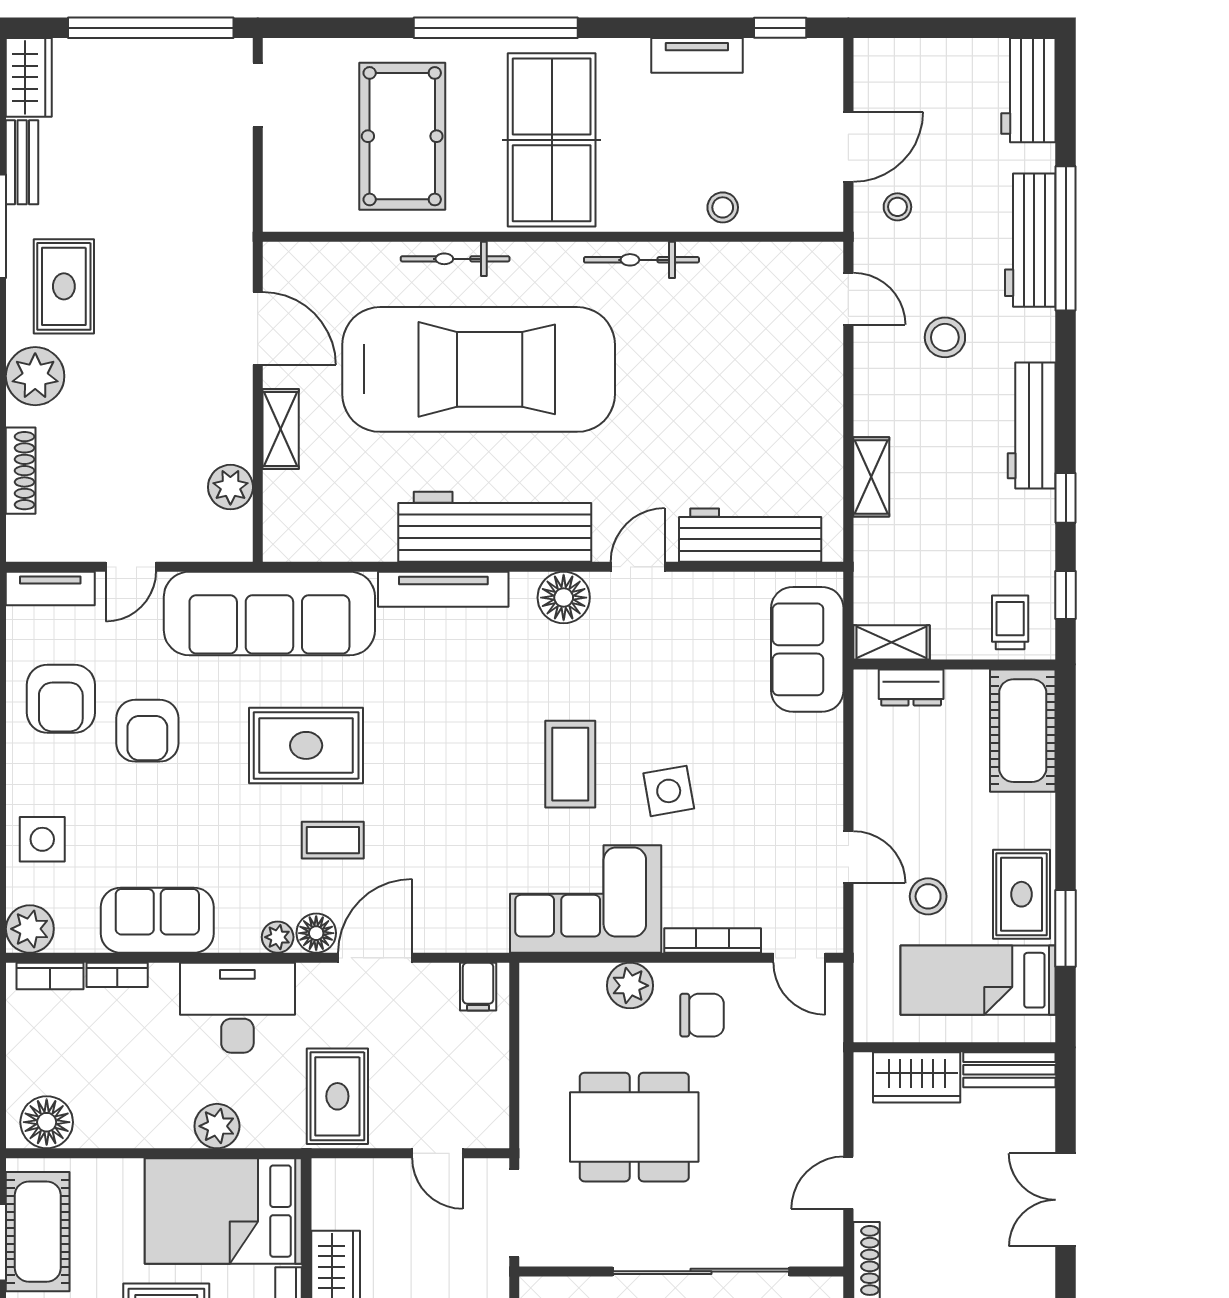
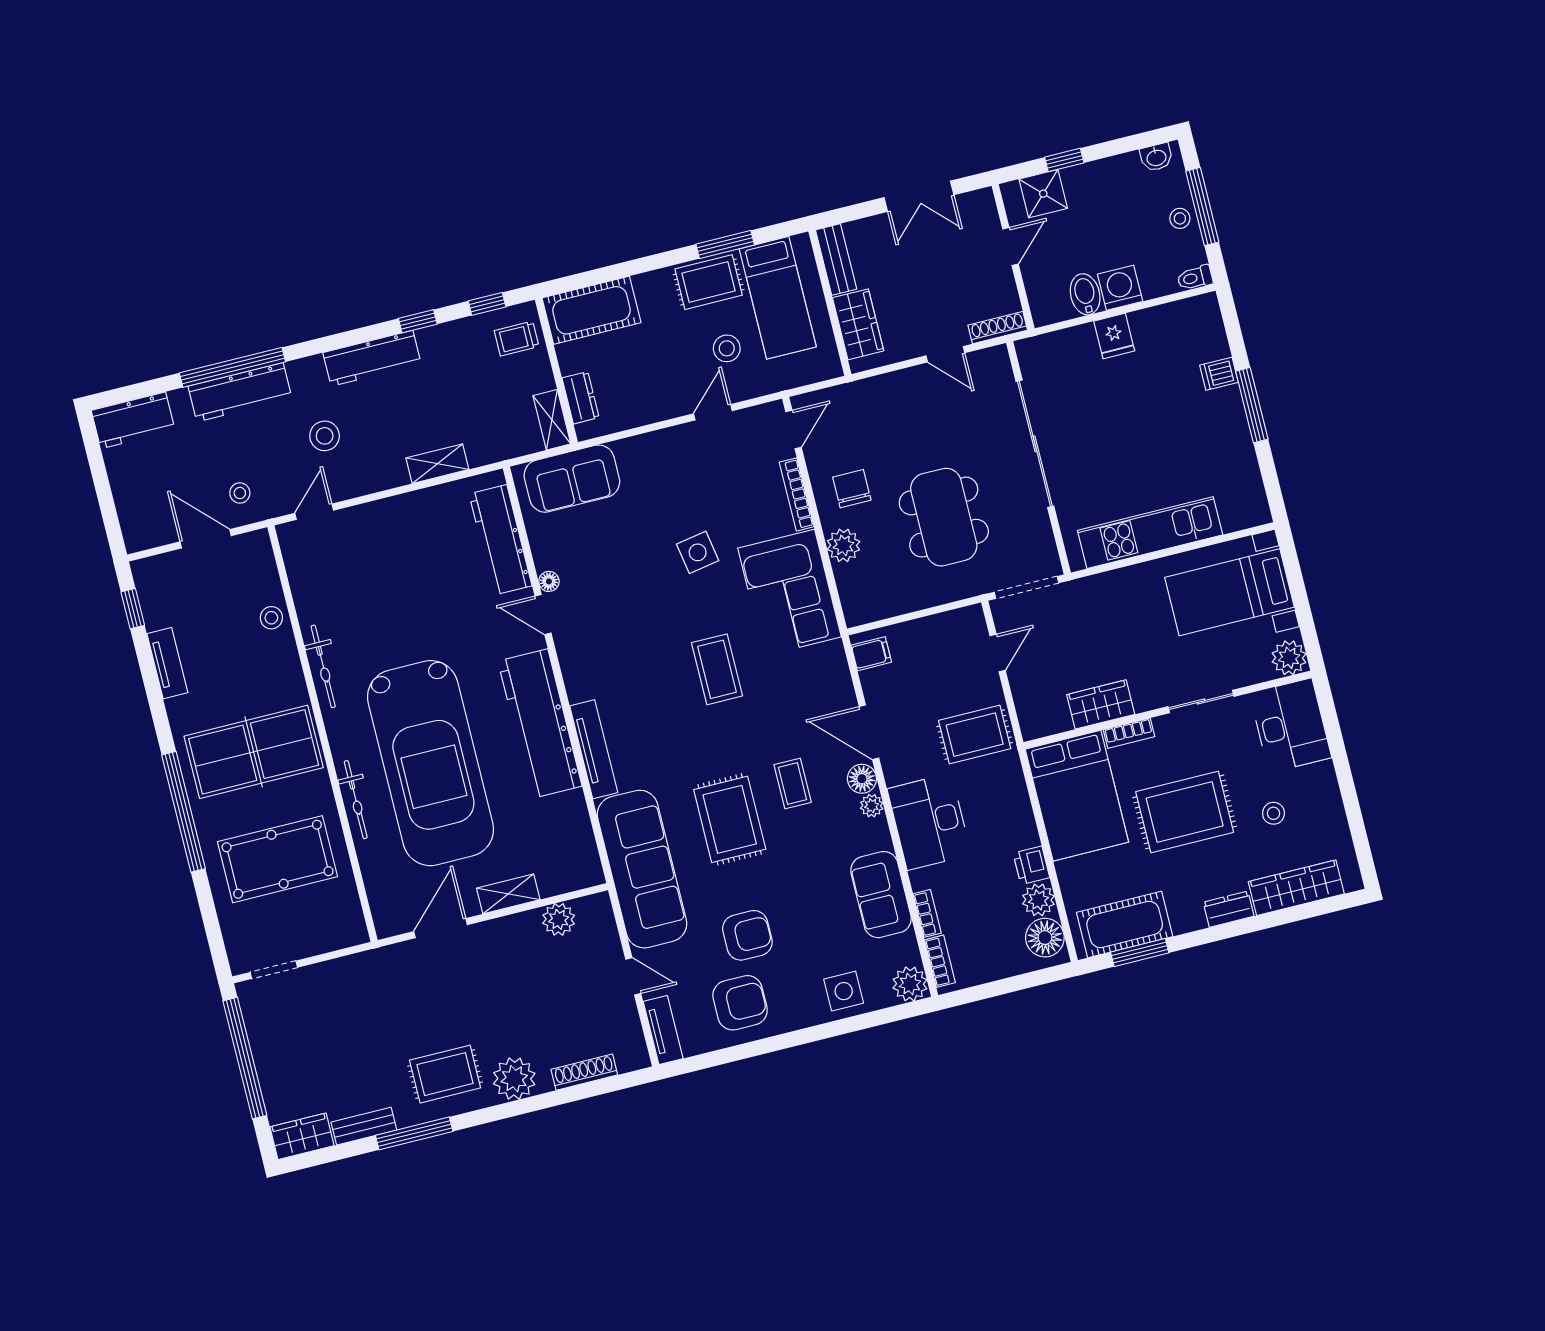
car: (479, 369) -> (431, 763), turned 180
floor lamp: (564, 598) -> (549, 581), moved, width x0.53, depth x0.53
coffee table: (570, 764) -> (717, 669), moved, turned 90
plant: (217, 1126) -> (1038, 900), moved
printer: (146, 1128) -> (1031, 865), added

